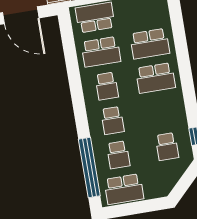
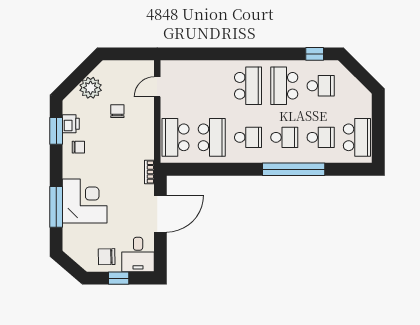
school desk: (150, 44) -> (284, 86), moved, turned 180
window: (89, 168) -> (294, 169), moved

